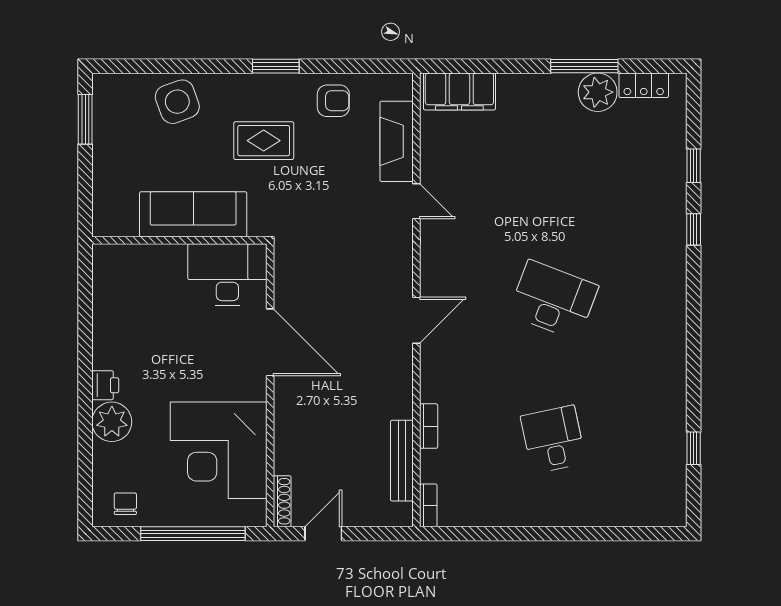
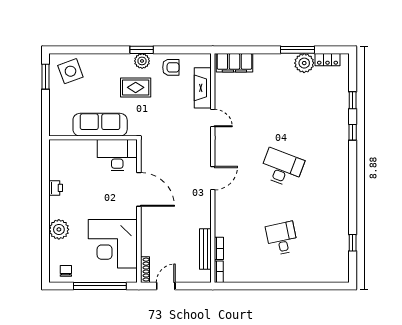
plant: (276, 88) -> (142, 61), added
side table: (177, 102) -> (70, 71), moved
printer: (105, 385) -> (56, 188), moved
bookcase: (429, 426) -> (219, 248), moved

